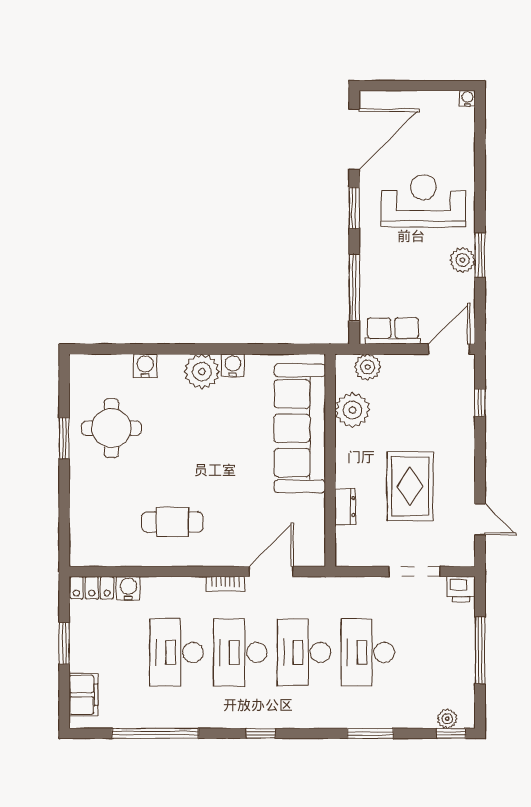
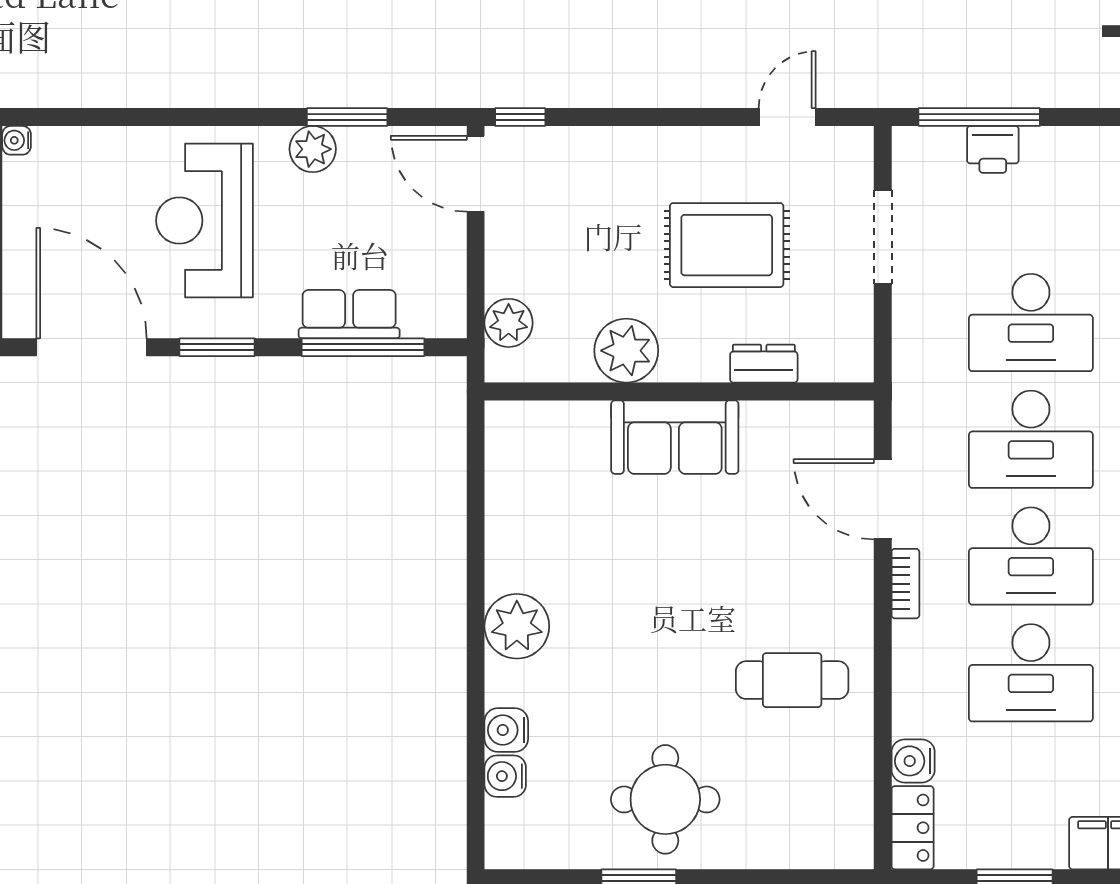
window: (480, 255) -> (347, 117), moved
row of seats: (393, 331) -> (349, 314), moved, turned 90
water cooler: (233, 365) -> (505, 776), moved
window: (480, 403) -> (520, 117), moved
plant: (352, 410) -> (626, 351), moved
round table: (111, 428) -> (665, 799), moved
sofa: (300, 428) -> (675, 437), width x0.54, depth x0.79
cafe table: (172, 522) -> (792, 680), turned 90
printer: (461, 589) -> (993, 149), moved, turned 90
window: (480, 650) -> (979, 117), moved

